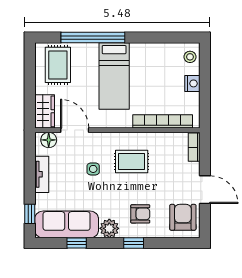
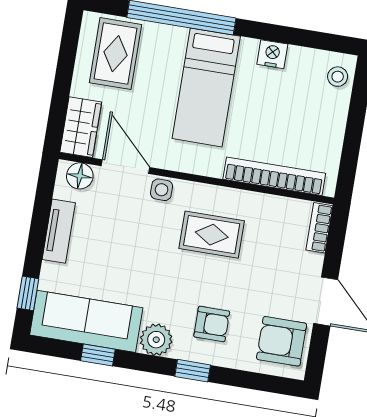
nightstand: (192, 83) -> (272, 54), moved, turned -90
side table: (93, 169) -> (162, 190), moved
armchair: (183, 217) -> (282, 341), turned -90

